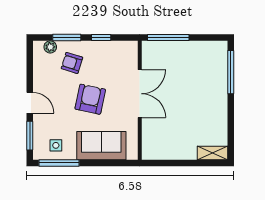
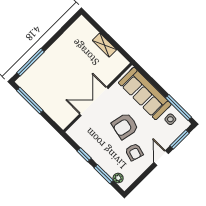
window: (168, 38) -> (30, 101), moved
armchair: (72, 63) -> (134, 152), moved
sofa: (101, 146) -> (145, 94), width x1.36
shelving: (212, 153) -> (104, 45), moved

